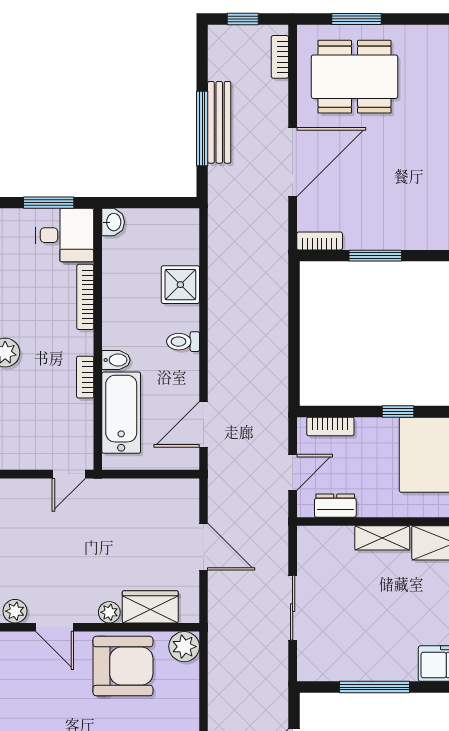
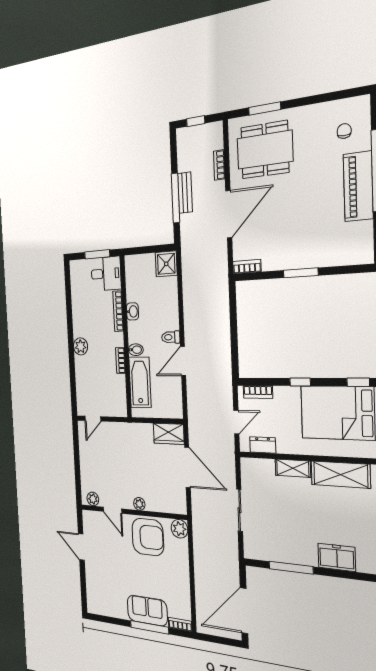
bookcase: (280, 57) -> (219, 165), moved
bench: (219, 122) -> (185, 193), width x0.73
washbasin: (113, 222) -> (132, 311), moved
window: (375, 256) -> (301, 273), moved
shower: (180, 285) -> (166, 264), moved
door: (204, 424) -> (183, 361), moved
door: (69, 474) -> (93, 419), moved
door: (204, 547) -> (187, 467), width x1.36
wardrobe: (150, 607) -> (169, 434), moved, turned 180

